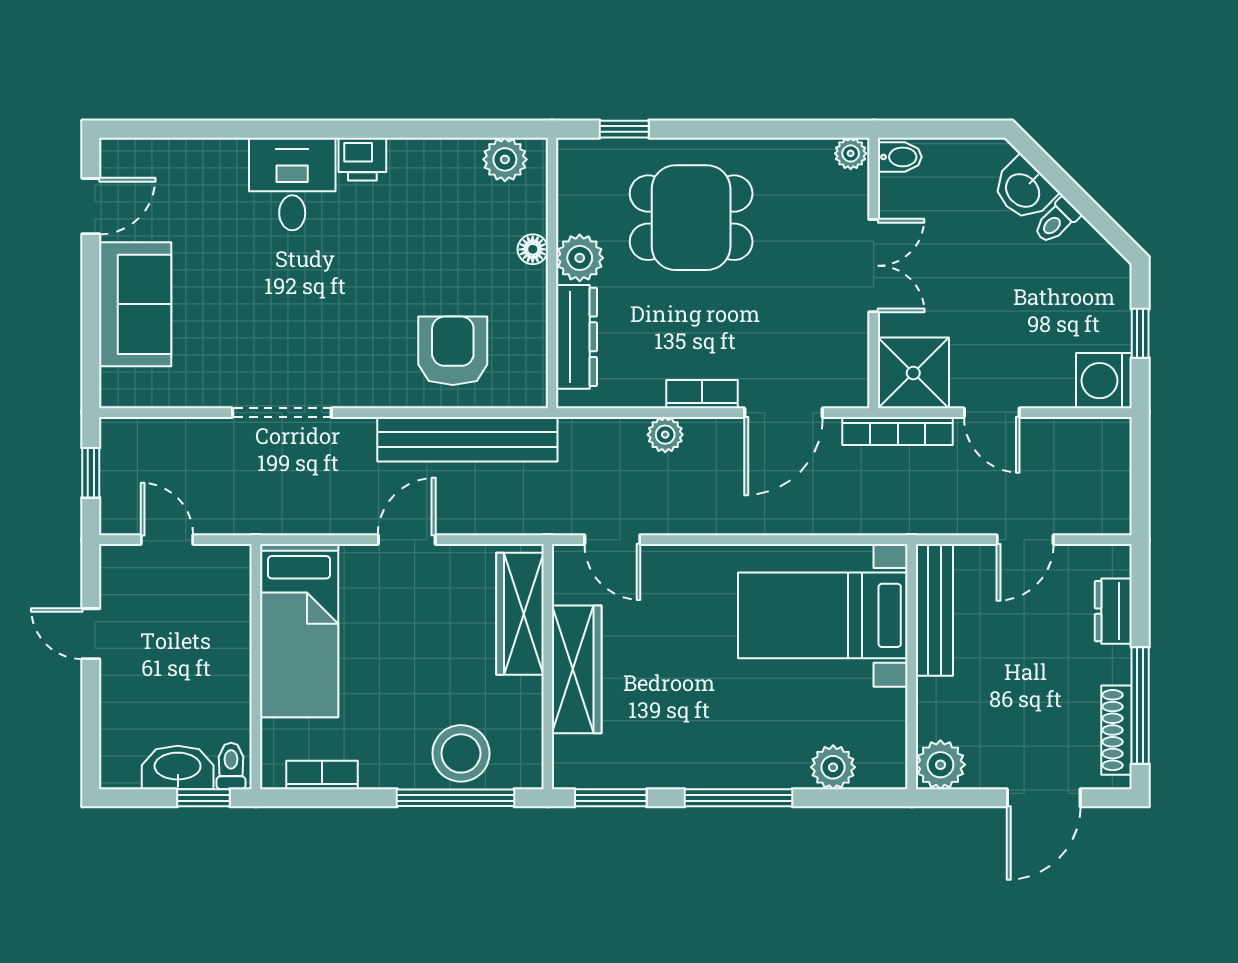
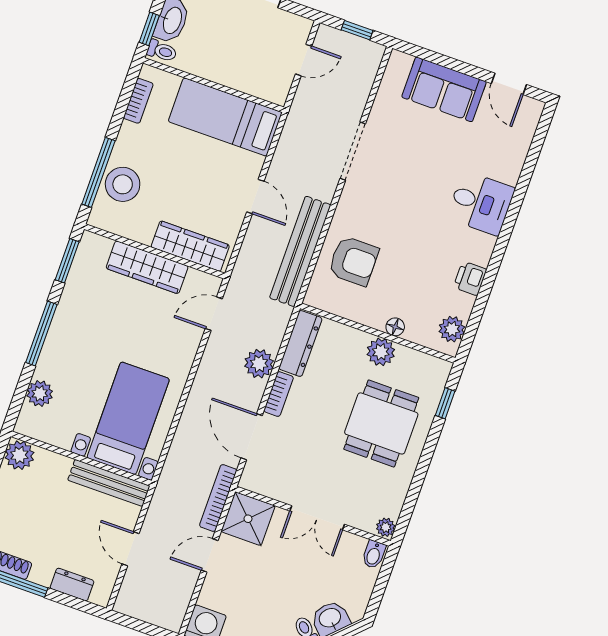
printer: (362, 159) -> (470, 278), moved
dresser: (577, 337) -> (300, 343), moved, turned -90
plant: (665, 435) -> (259, 364), width x1.38, depth x1.38

